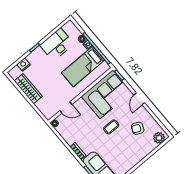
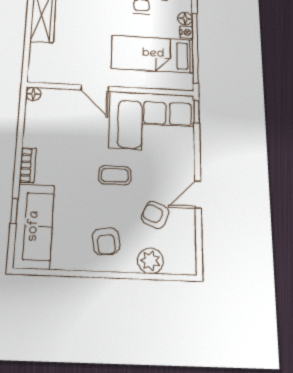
door: (139, 99) -> (198, 195), moved
door: (66, 108) -> (95, 88), moved
plant: (159, 138) -> (150, 261), moved
armchair: (129, 153) -> (106, 241), added

